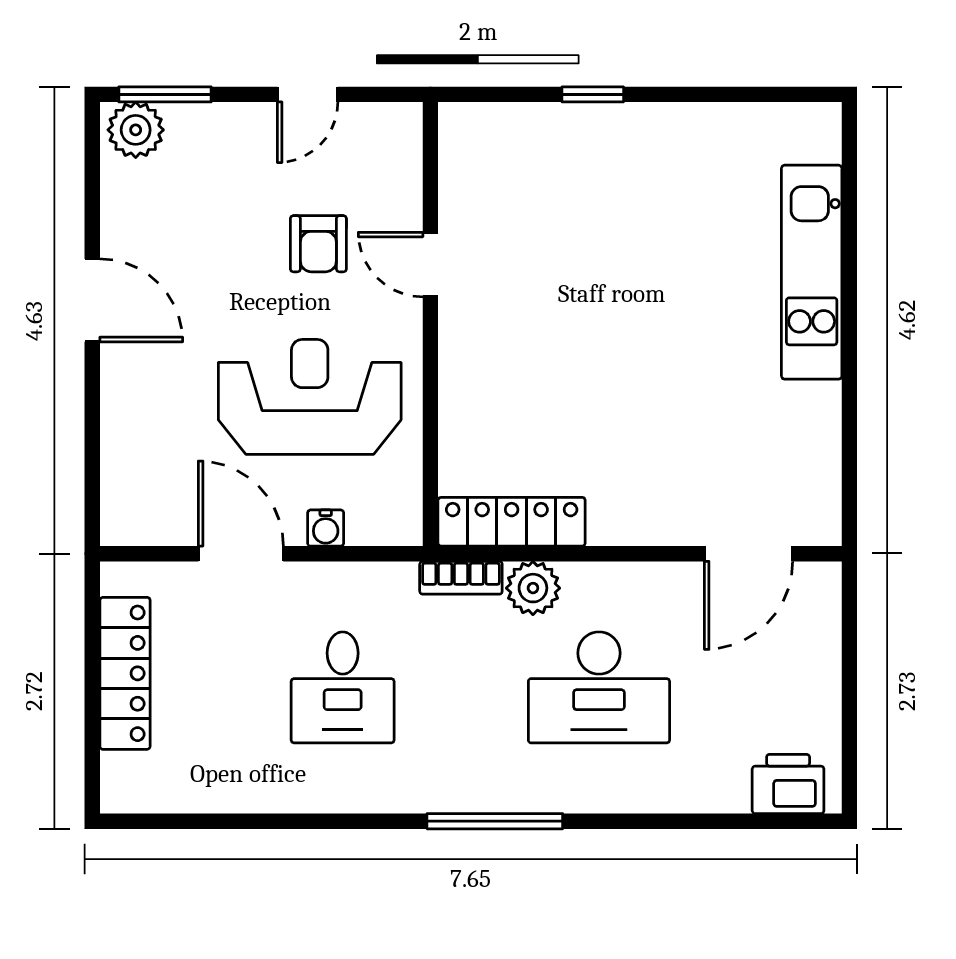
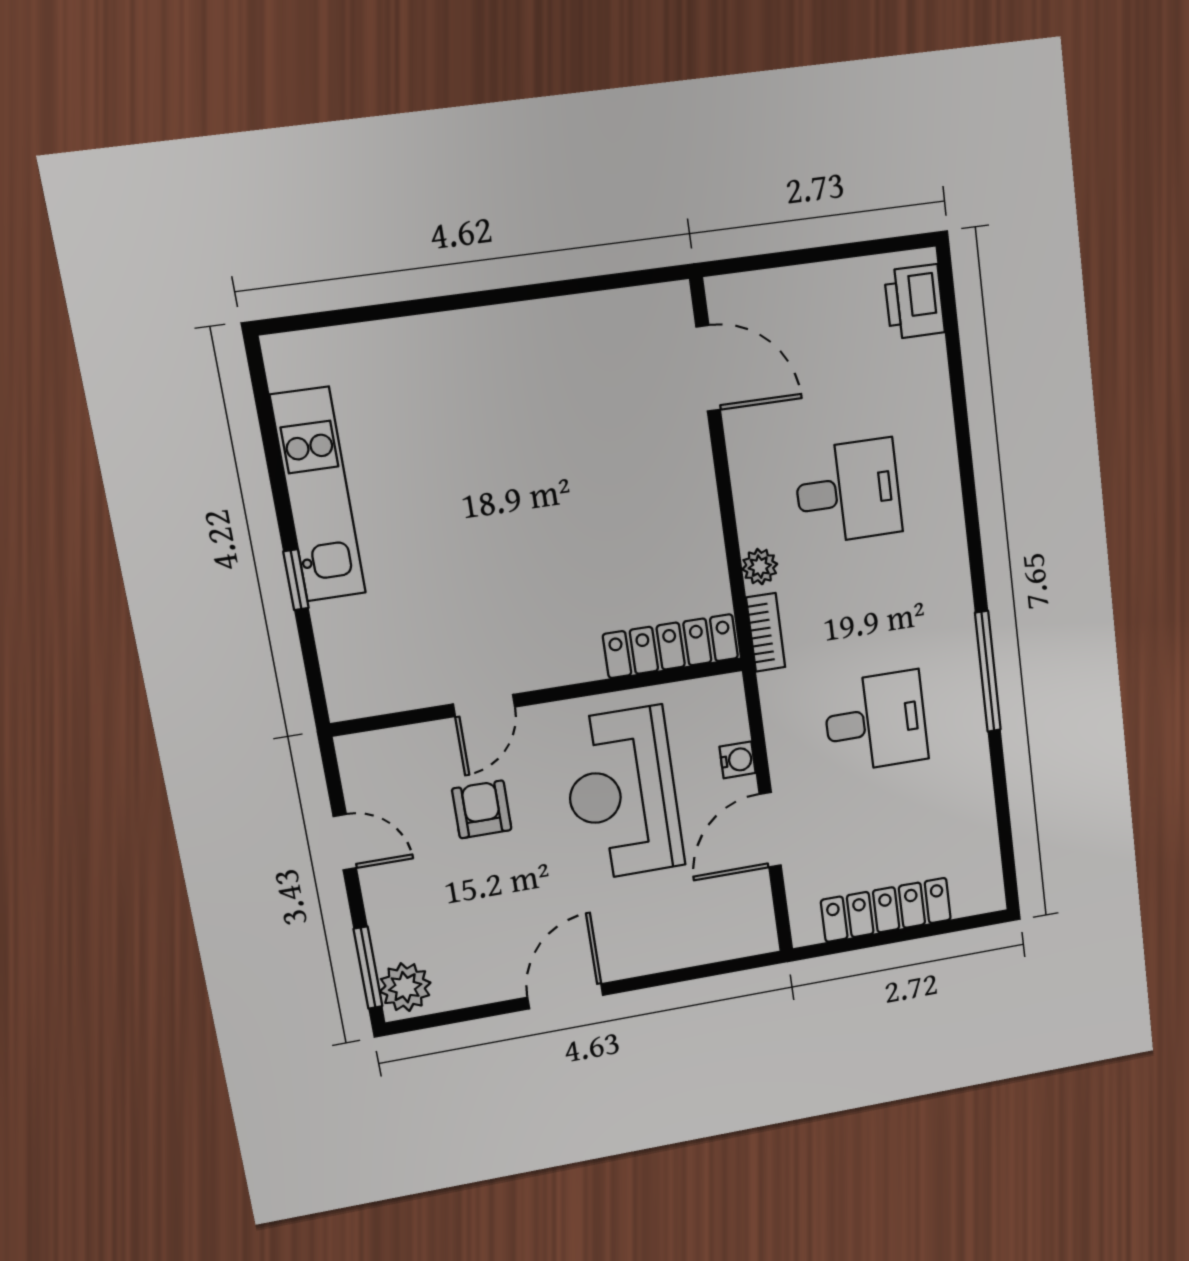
armchair: (318, 244) -> (482, 809), turned -90
kitchen unit: (812, 272) -> (318, 495), moved, turned -90
locker: (512, 522) -> (671, 646), moved, turned 90
plant: (533, 588) -> (760, 567), width x0.73, depth x0.73
desk: (599, 687) -> (848, 492), width x0.73
window: (495, 821) -> (988, 671), moved

